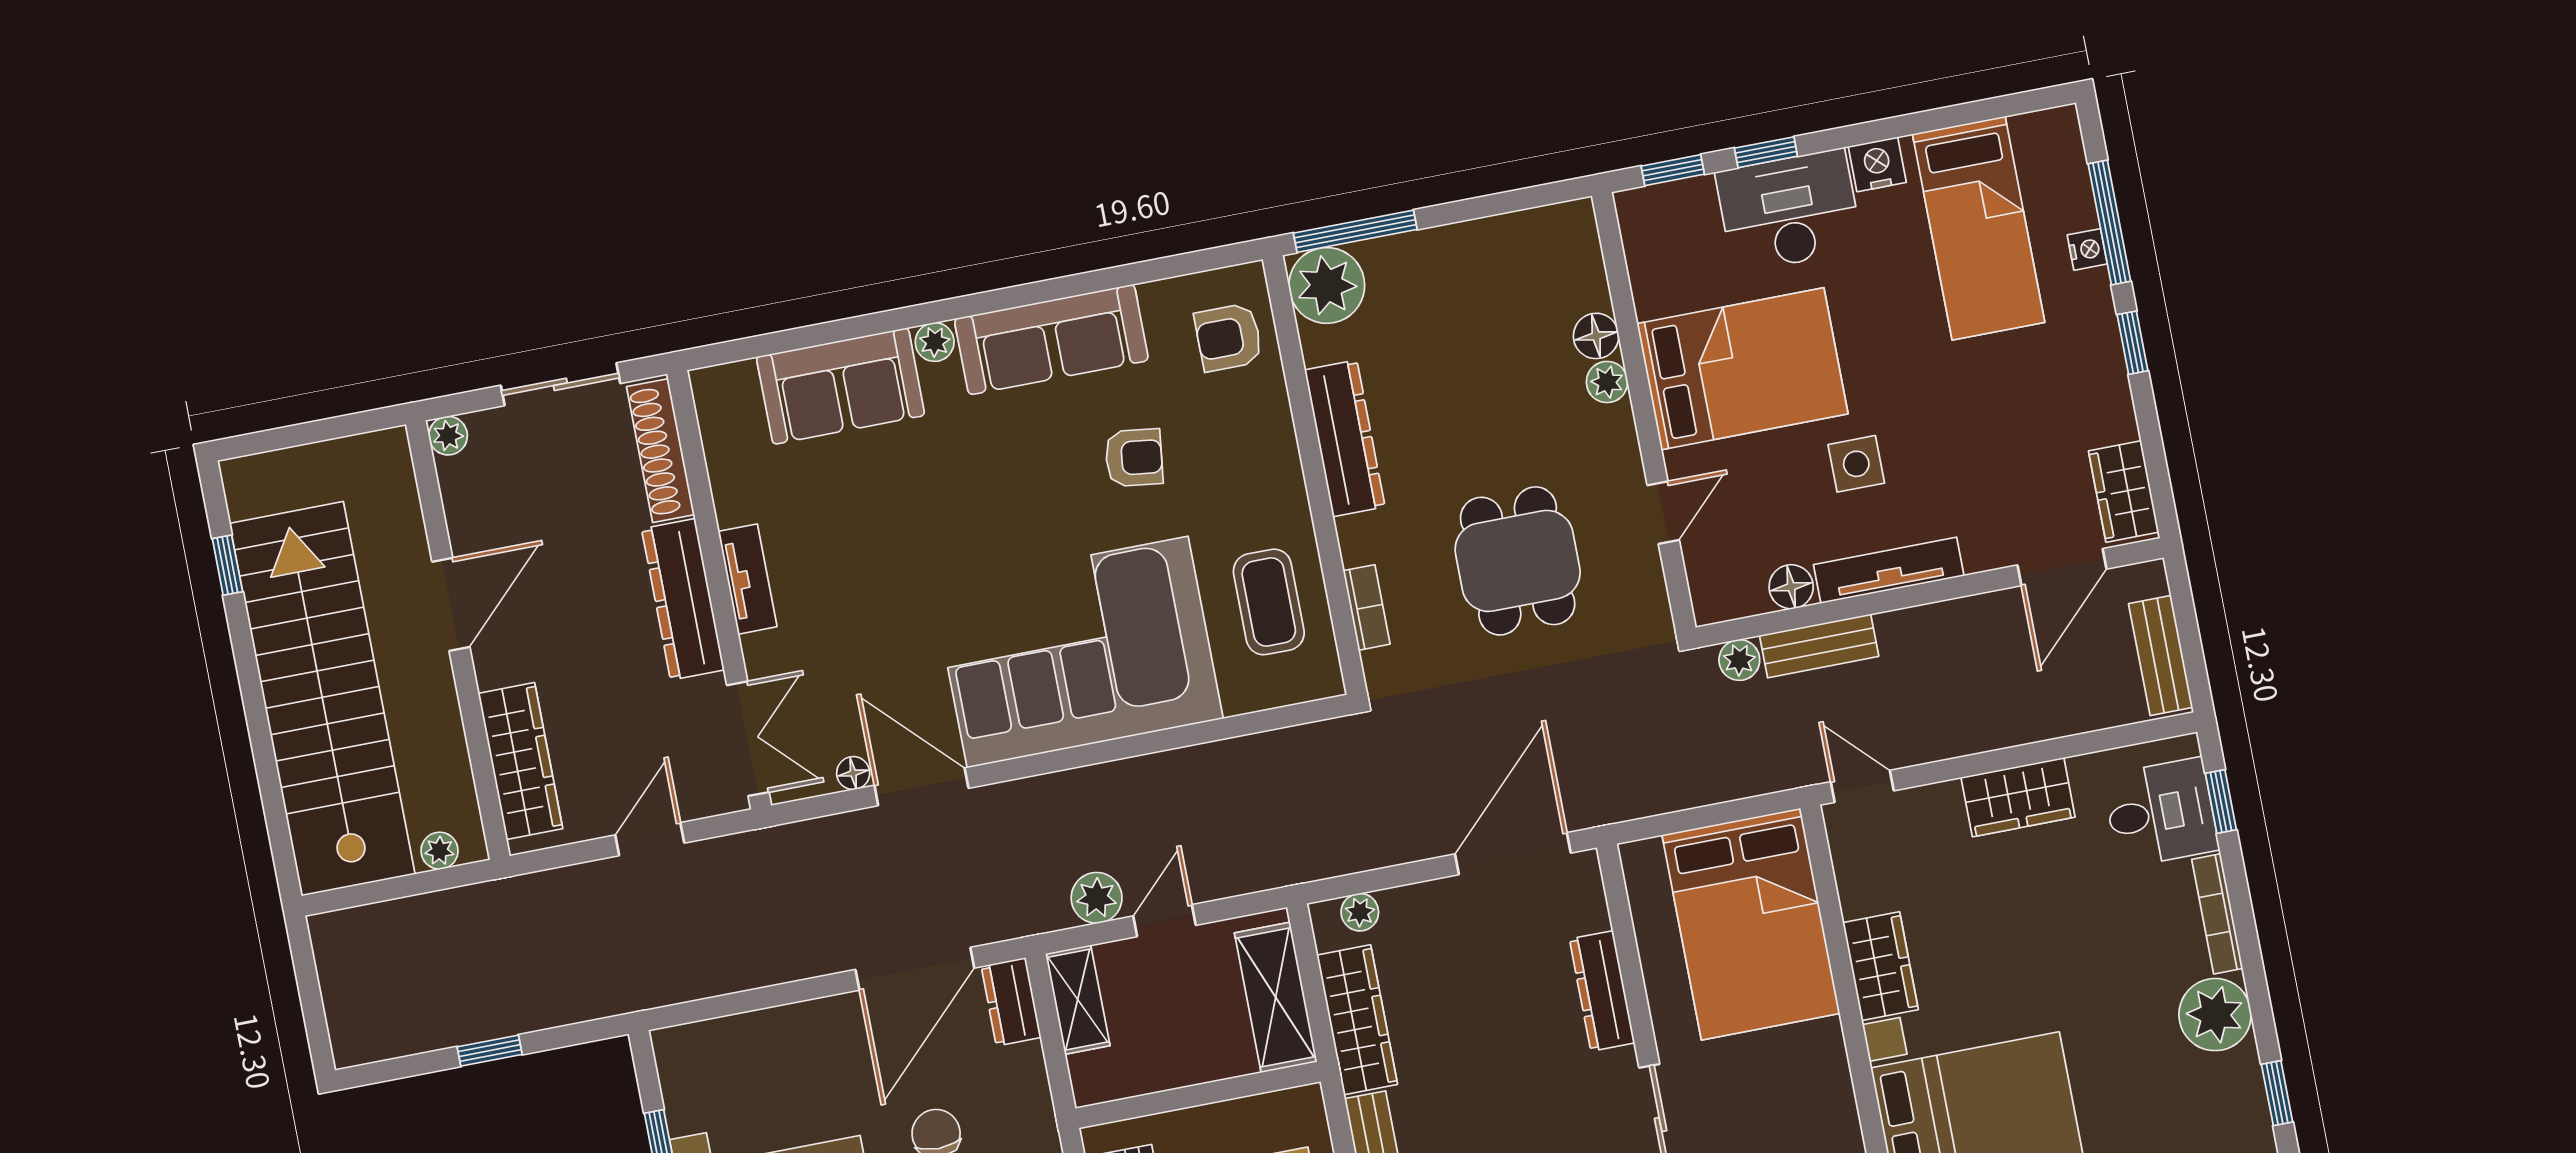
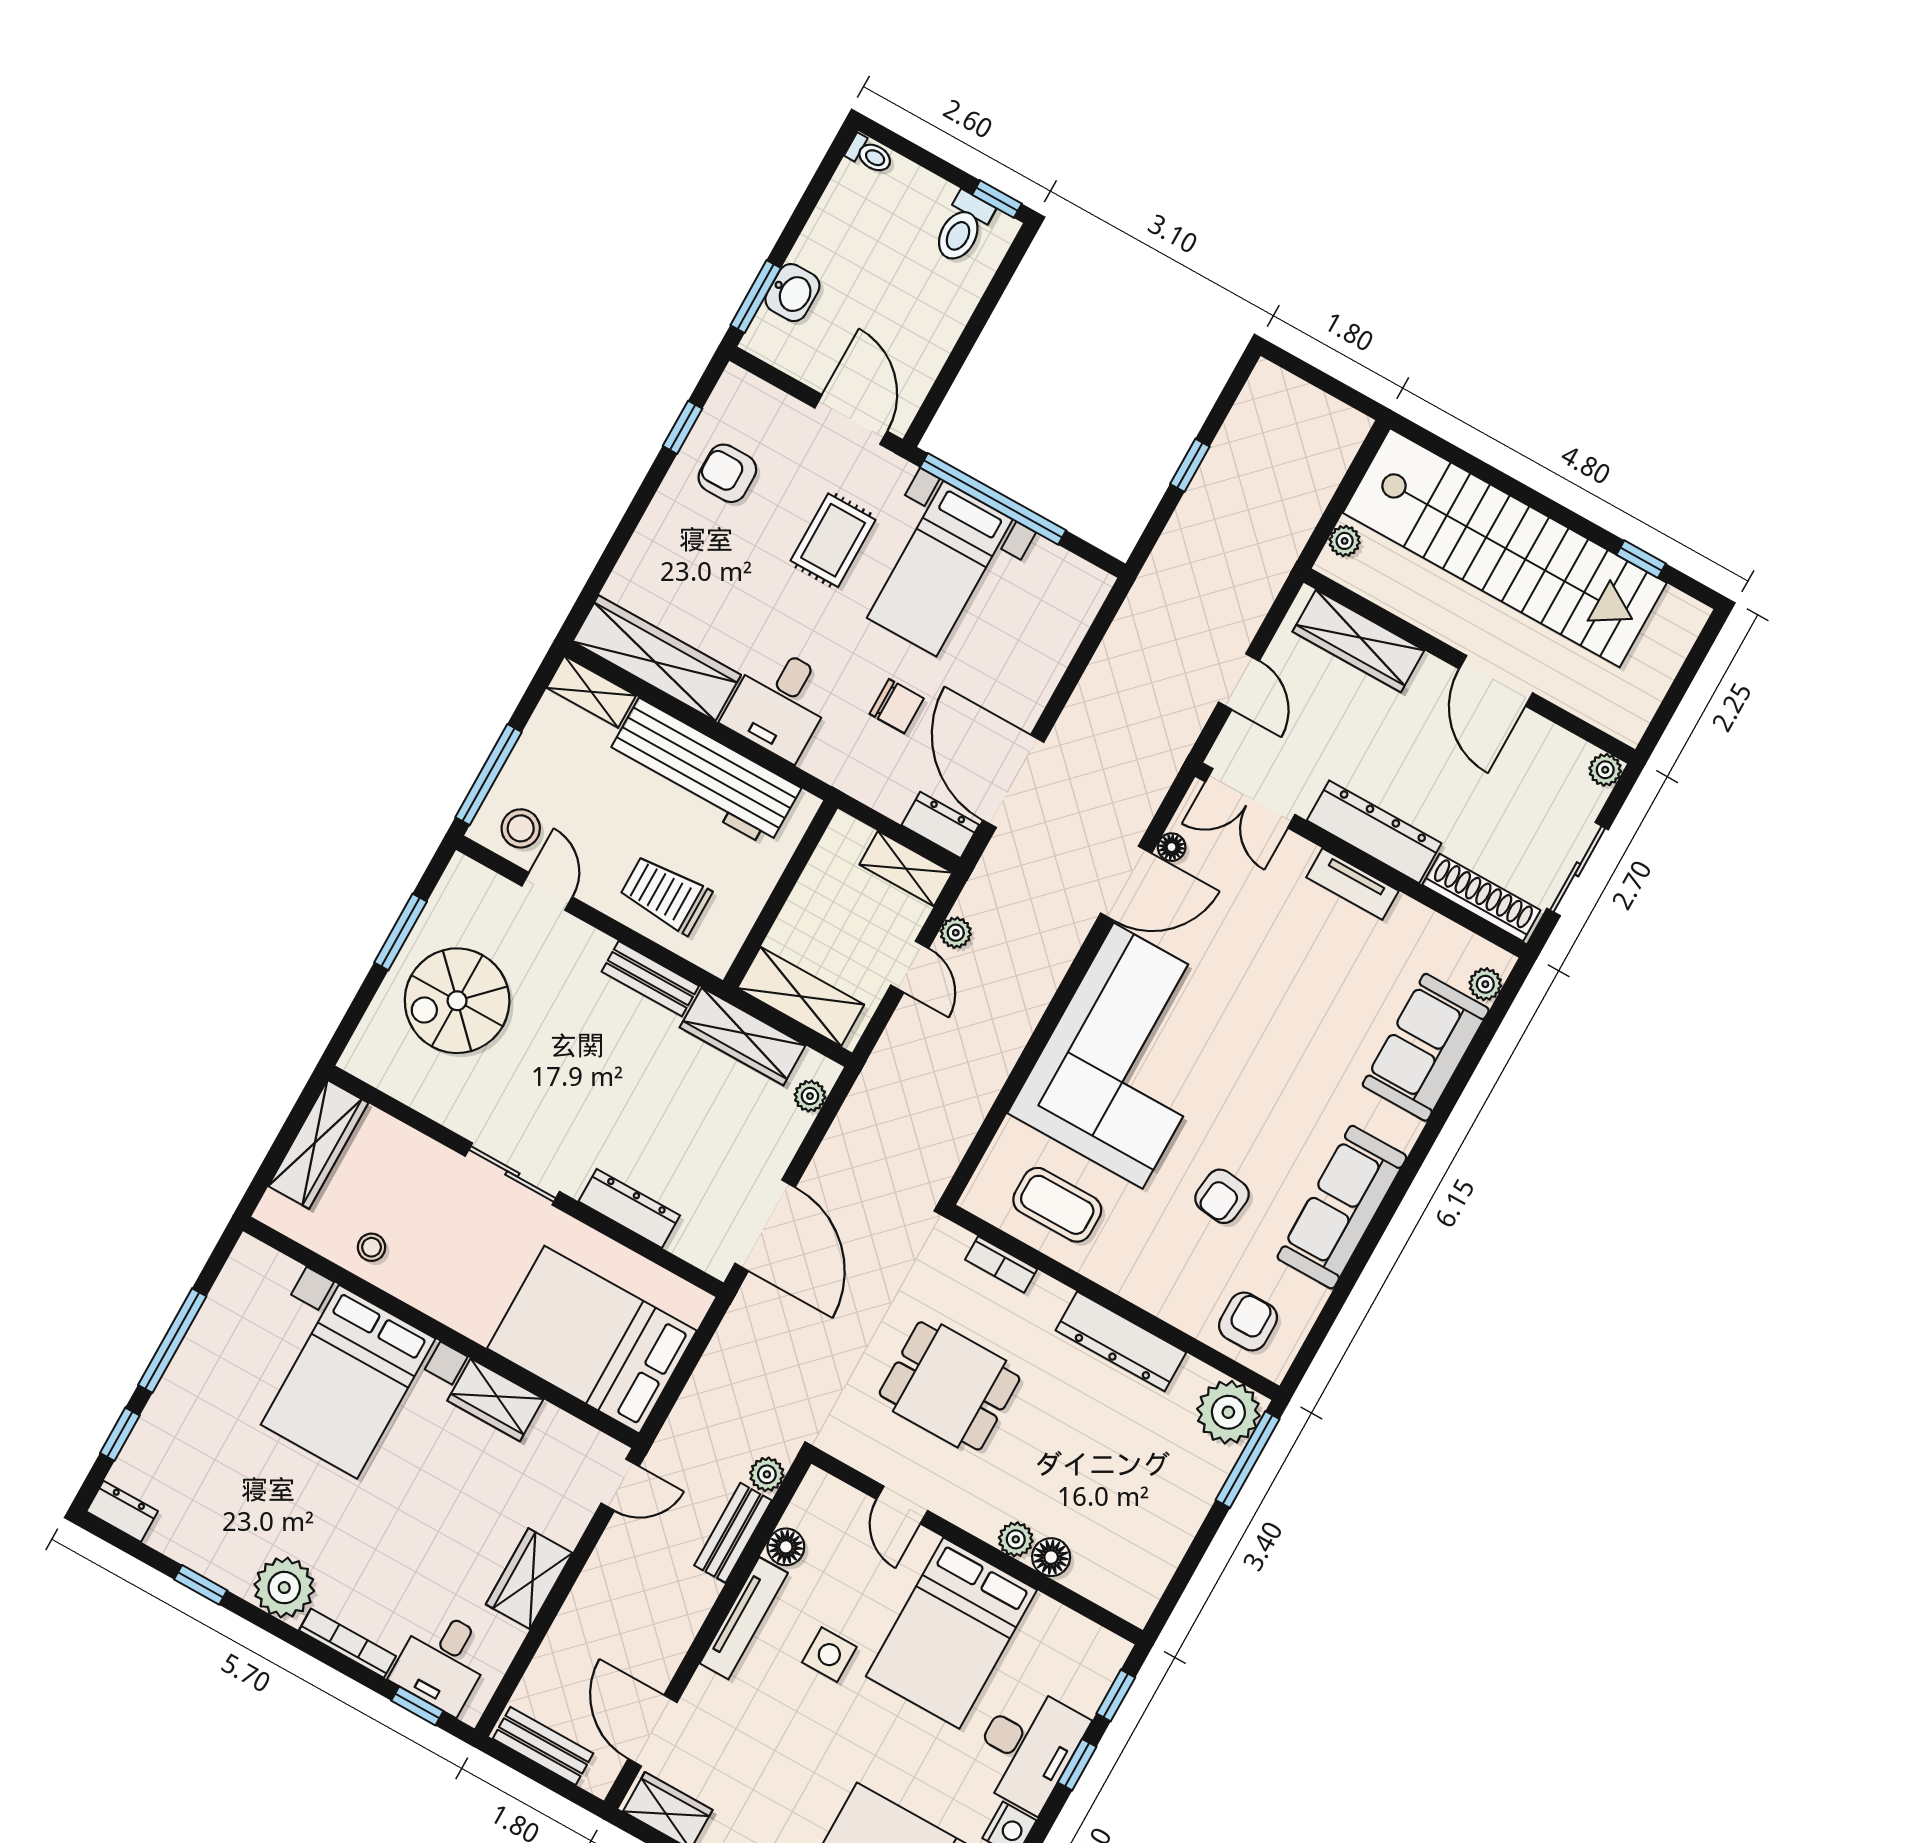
plant: (935, 342) -> (1485, 984), moved
plant: (1097, 898) -> (956, 933), width x0.73, depth x0.73

